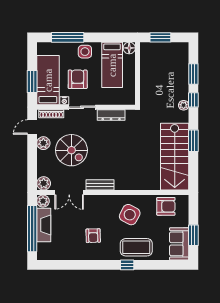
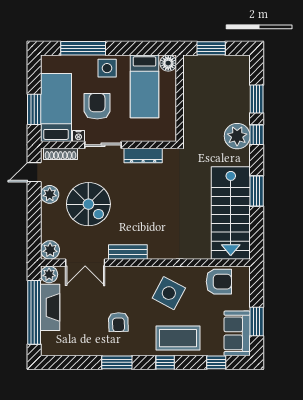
plant: (184, 105) -> (237, 136), width x1.87, depth x1.87
window: (92, 265) -> (117, 362), added
window: (164, 265) -> (216, 362), added

